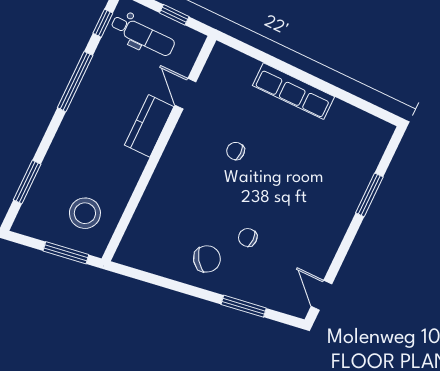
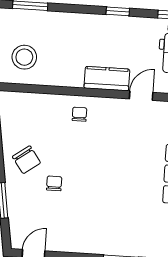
window: (75, 82) -> (118, 11), width x0.46
chair: (236, 151) -> (79, 114), moved

